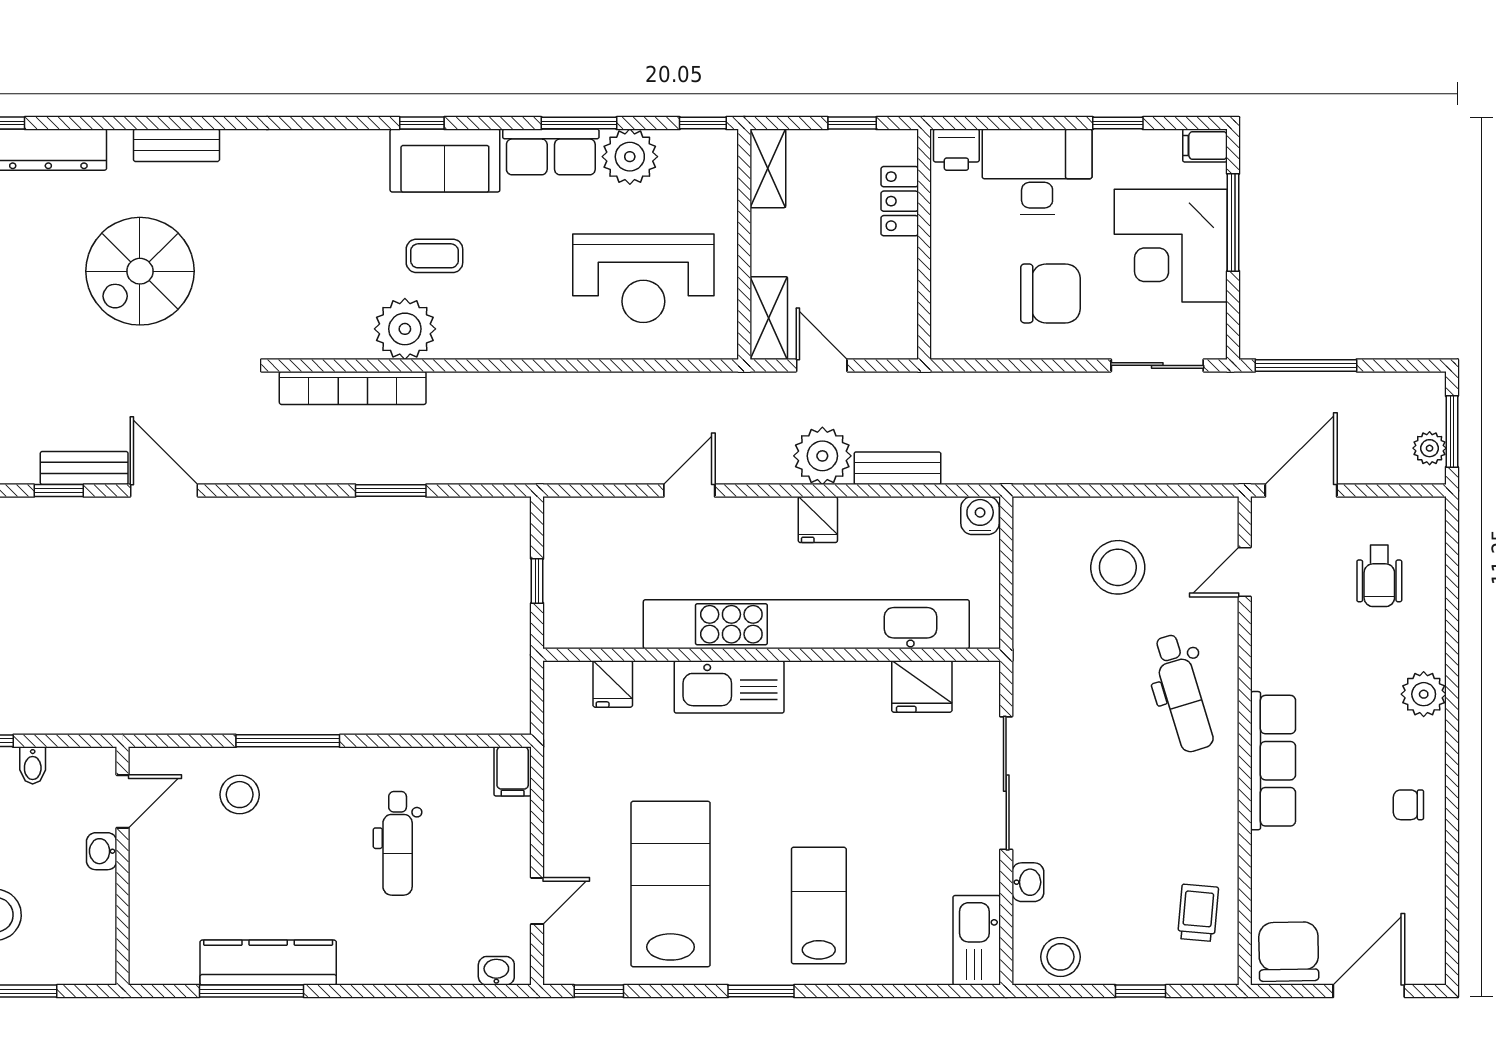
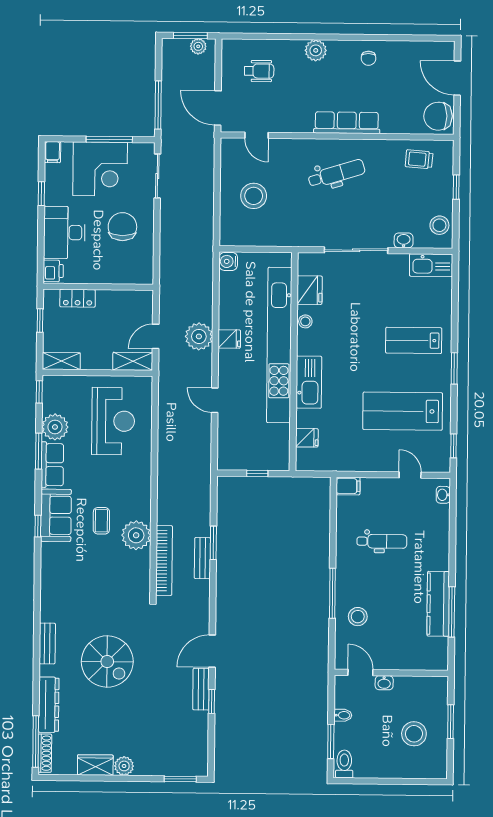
window: (1233, 222) -> (109, 139), moved
bench: (897, 468) -> (202, 558), moved
stool: (856, 678) -> (305, 321), added
dental chair: (1182, 693) -> (337, 174), moved

